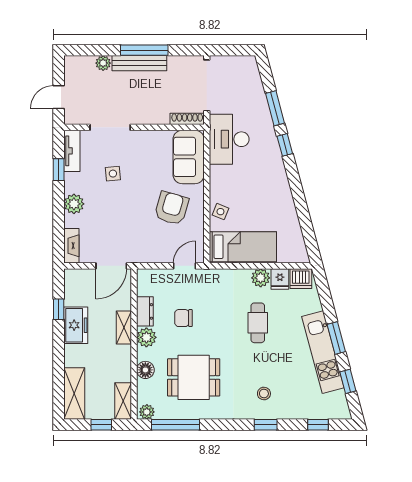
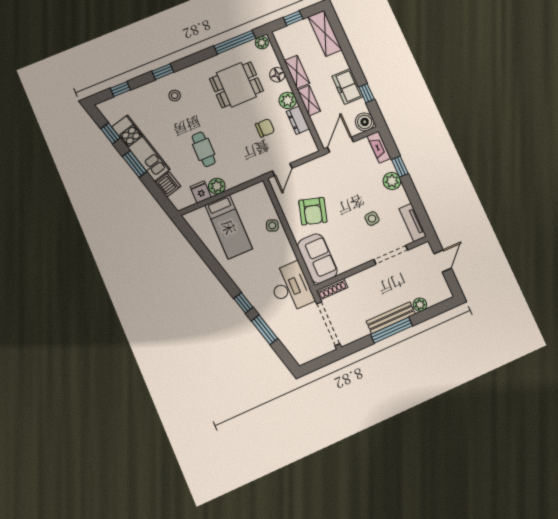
window: (59, 170) -> (400, 167), moved
bed: (243, 247) -> (229, 227), moved, turned -90
boiler: (75, 279) -> (365, 122), added
dishwasher: (301, 279) -> (168, 184), moved, turned 75
shelving: (123, 401) -> (297, 72), moved

